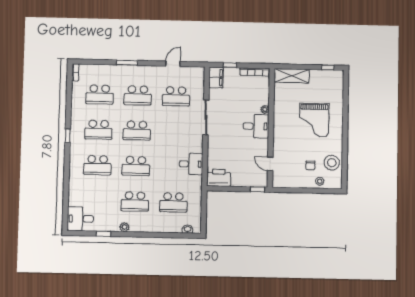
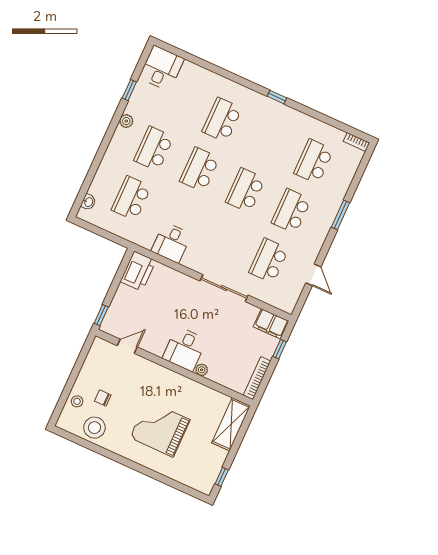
school desk: (98, 130) -> (268, 141), removed

